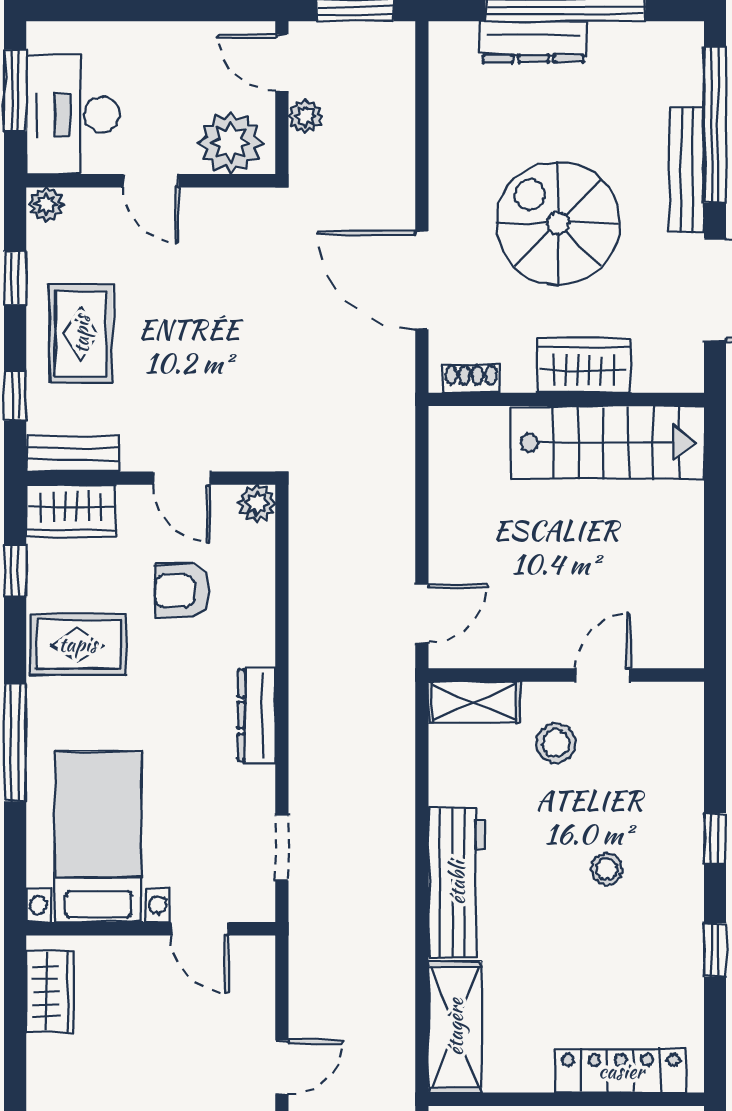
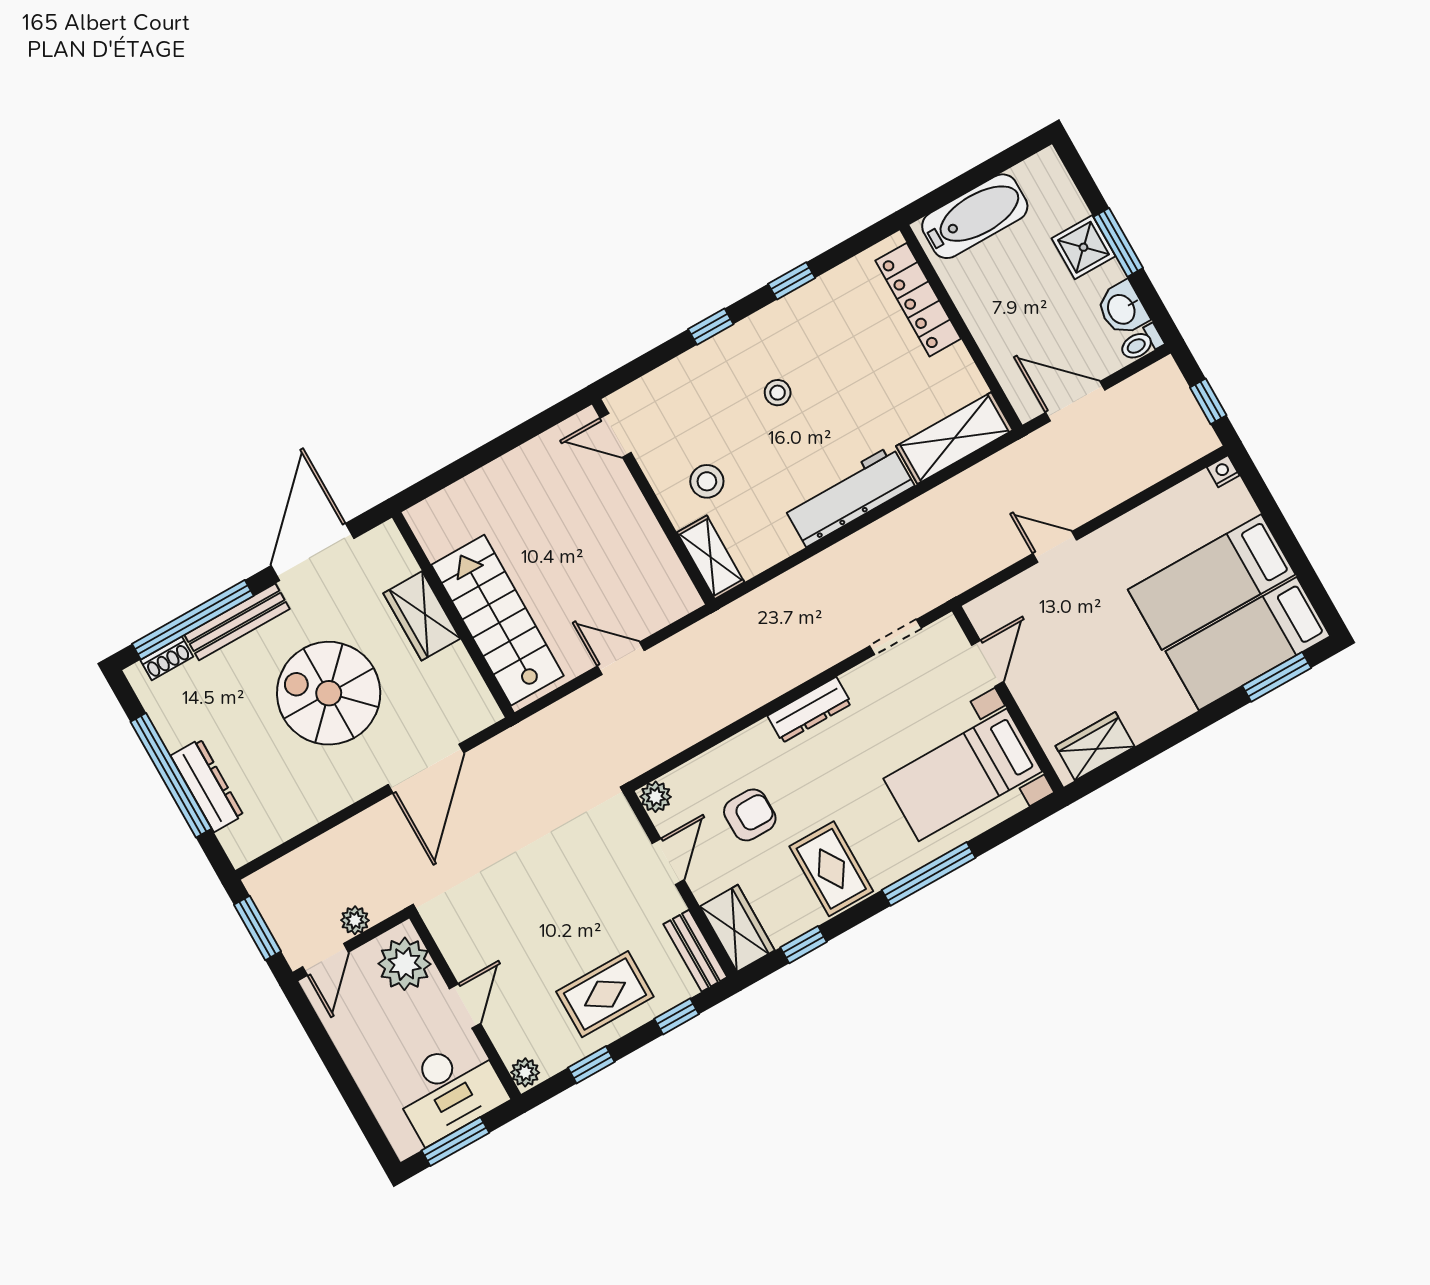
spiral stairs: (558, 223) -> (329, 693), turned 90
shoe rack: (471, 379) -> (167, 658), moved, turned -90
stairs: (607, 443) -> (498, 620), moved
armchair: (182, 591) -> (750, 815), turned -90
door: (422, 613) -> (621, 658), moved
door: (603, 675) -> (616, 435), moved

